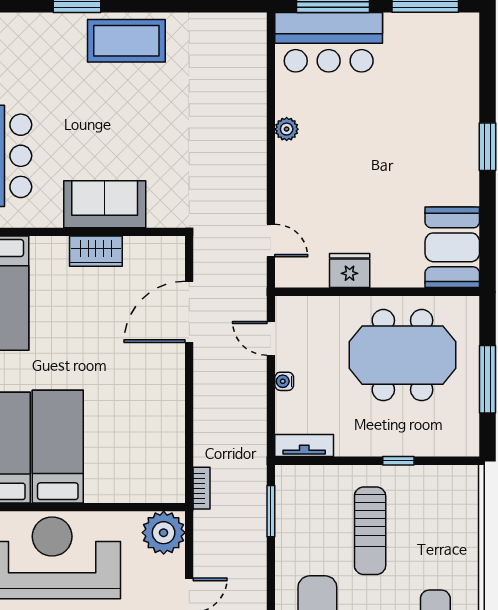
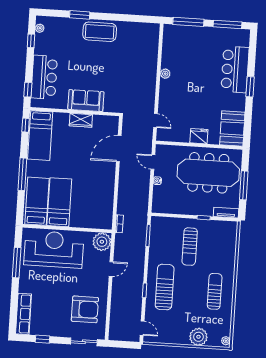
bar counter: (329, 42) -> (235, 69), moved, turned 90
fridge: (350, 271) -> (199, 136), moved
meeting table: (402, 355) -> (208, 173), width x1.36
tv unit: (304, 446) -> (226, 213), moved

